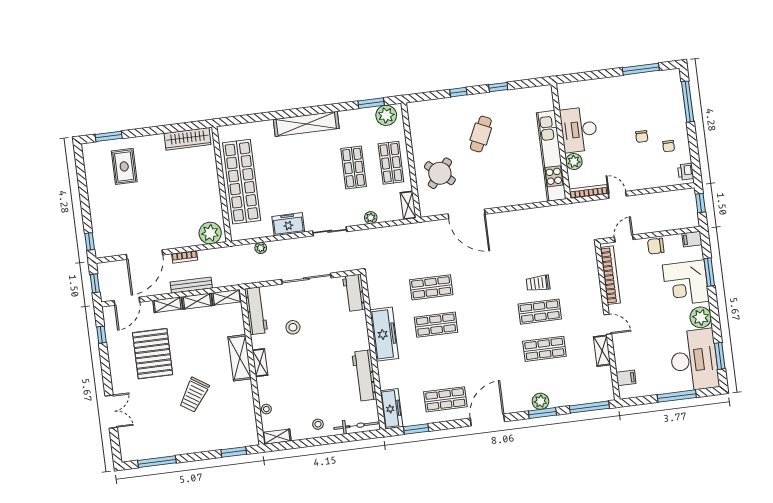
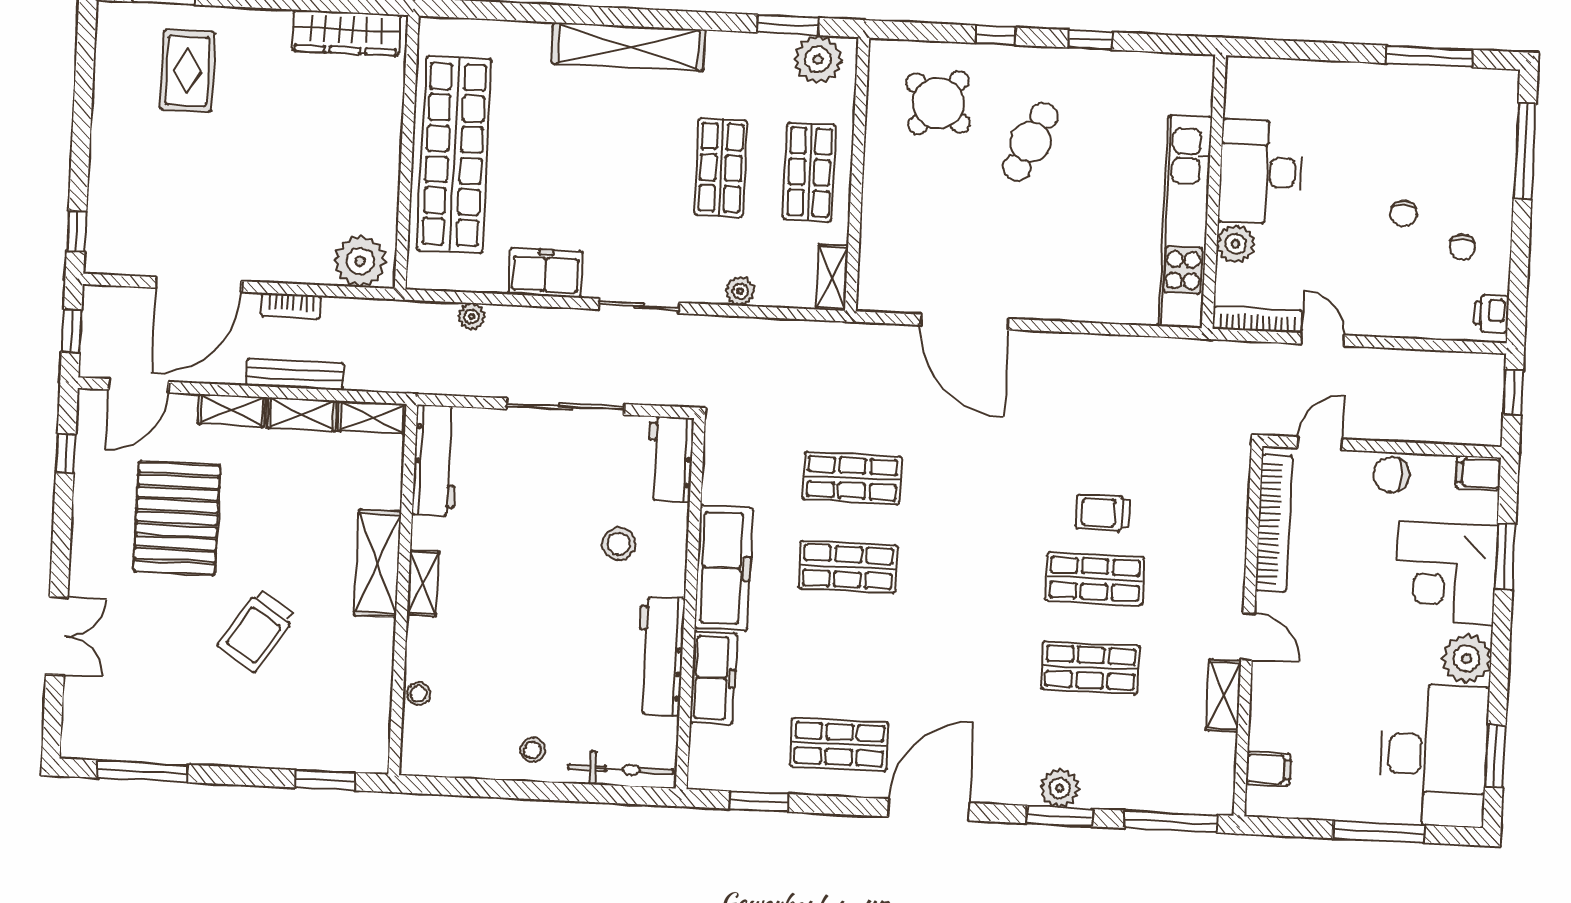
round table: (440, 173) -> (938, 103), moved
stool: (293, 327) -> (619, 544), moved
freezer: (391, 409) -> (713, 678), moved
shelving: (277, 437) -> (432, 762), removed

